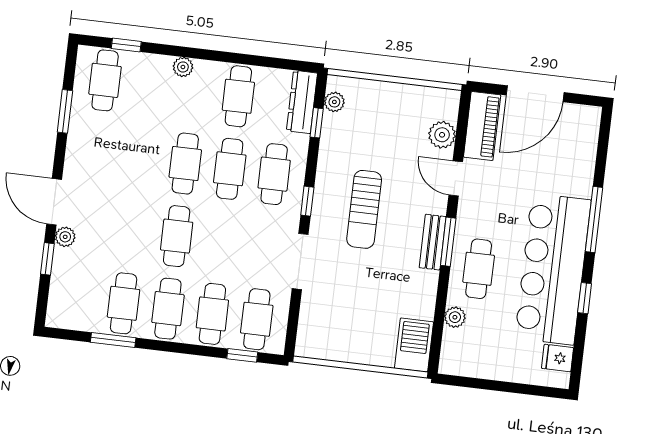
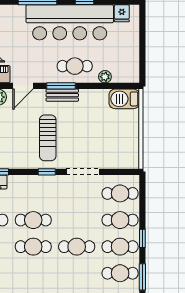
cafe table: (274, 174) -> (33, 193), removed
sun lounger: (364, 209) -> (48, 138), turned 90
window: (242, 355) -> (142, 238), moved

